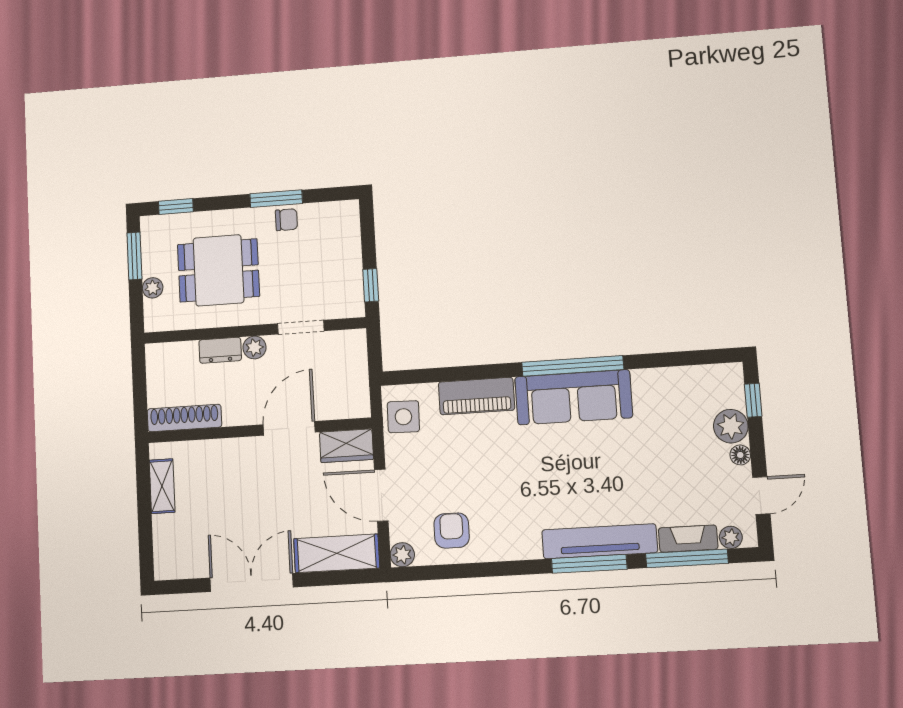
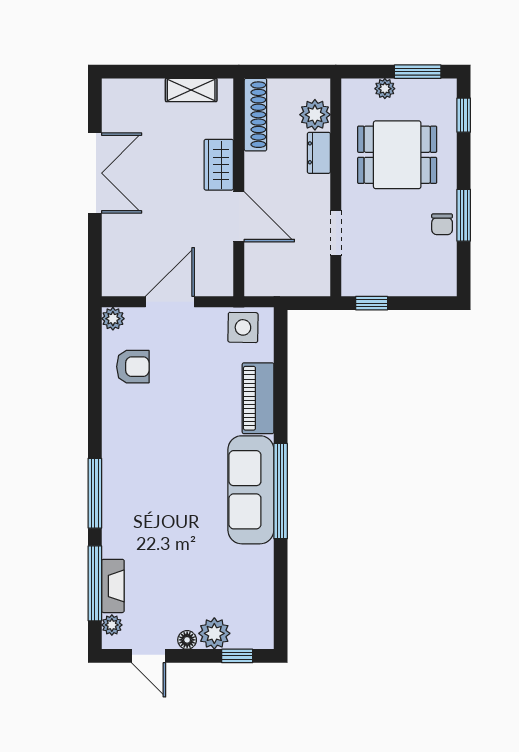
dining table: (218, 270) -> (397, 155), turned 90
plant: (254, 347) -> (315, 115), moved, width x1.38, depth x1.38
wardrobe: (346, 446) -> (219, 165), moved
tv unit: (600, 541) -> (115, 504), removed
shelving: (337, 553) -> (118, 256), removed

